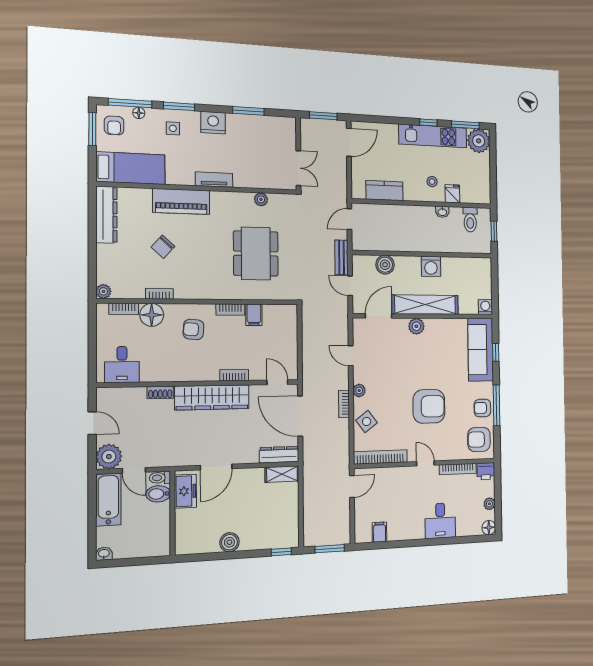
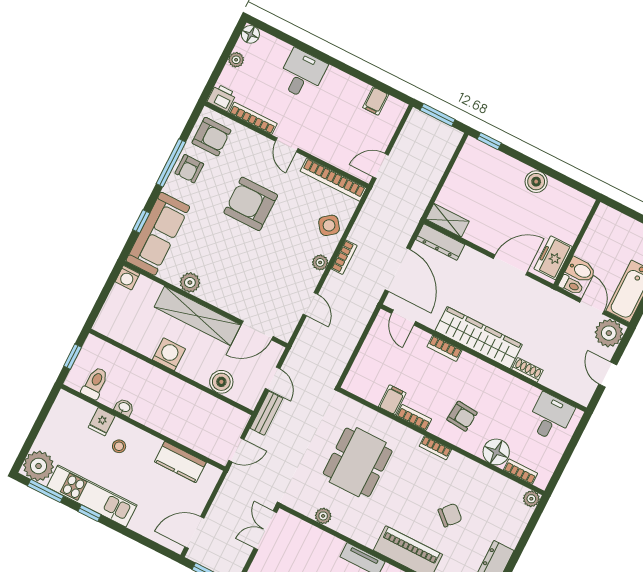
bookcase: (159, 294) -> (435, 448), moved
plant: (416, 326) -> (190, 282), moved
armchair: (482, 408) -> (189, 169), turned 90

